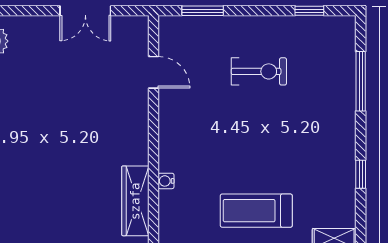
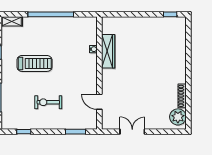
wardrobe: (135, 201) -> (108, 51), moved
treadmill: (256, 211) -> (34, 63), moved

